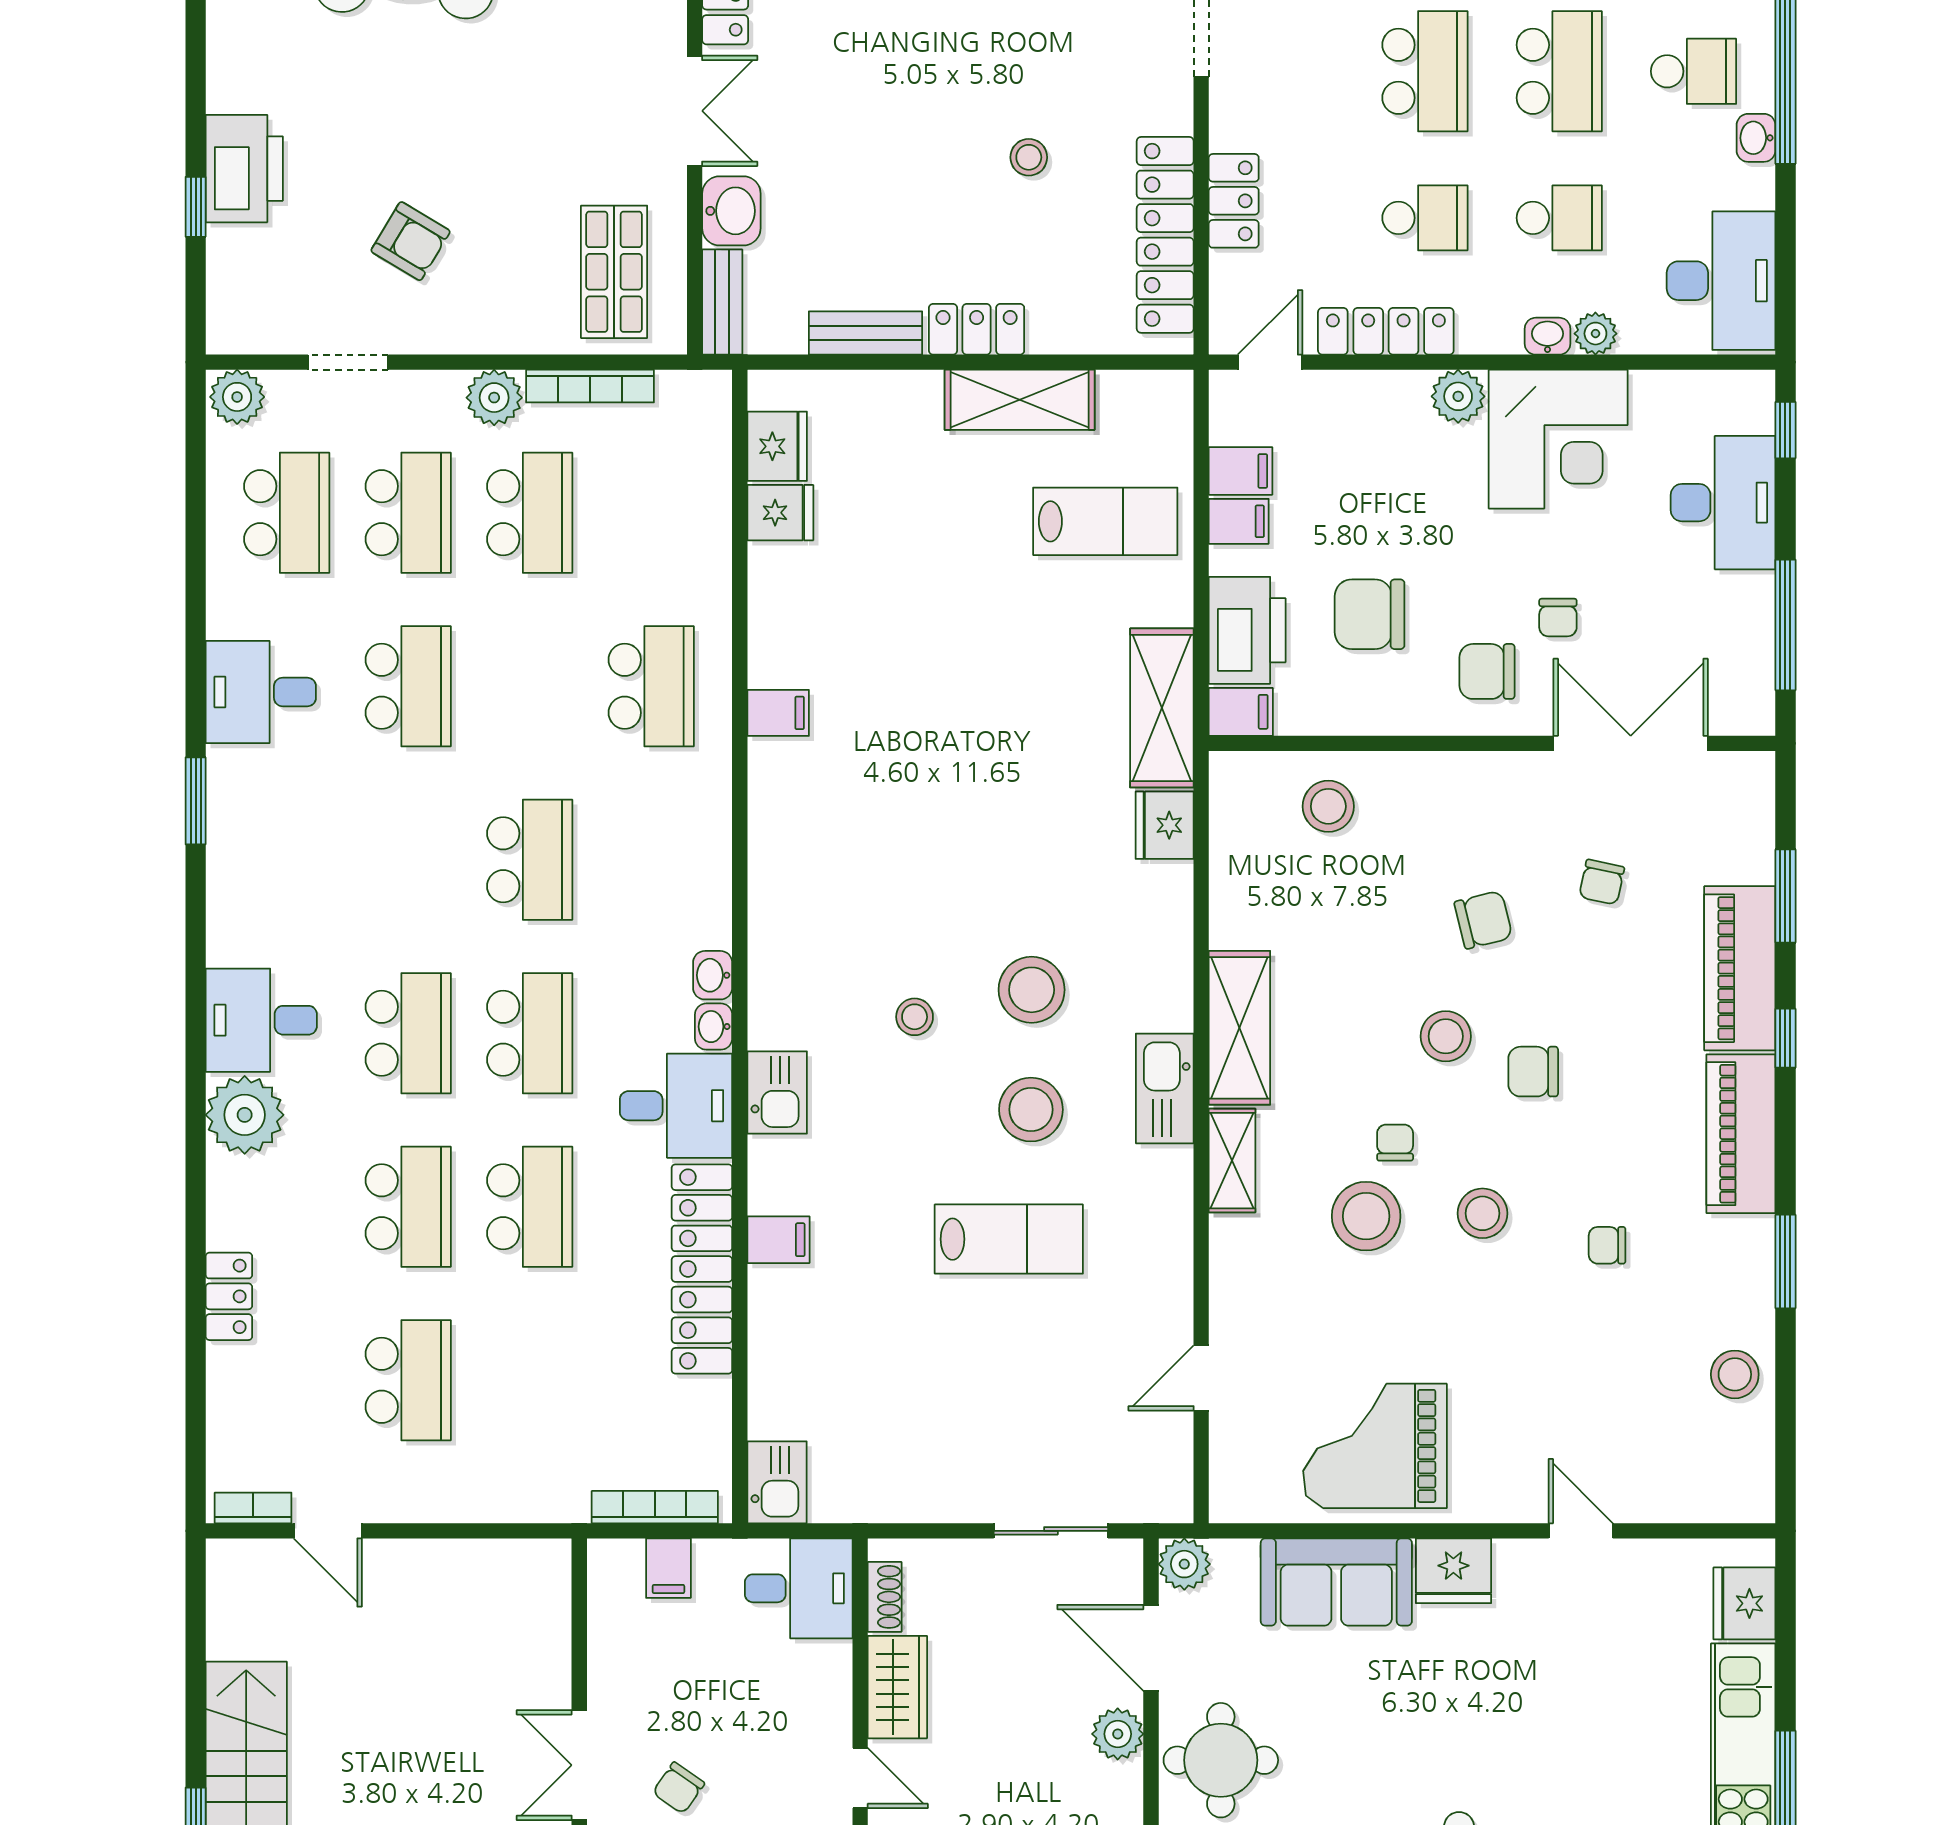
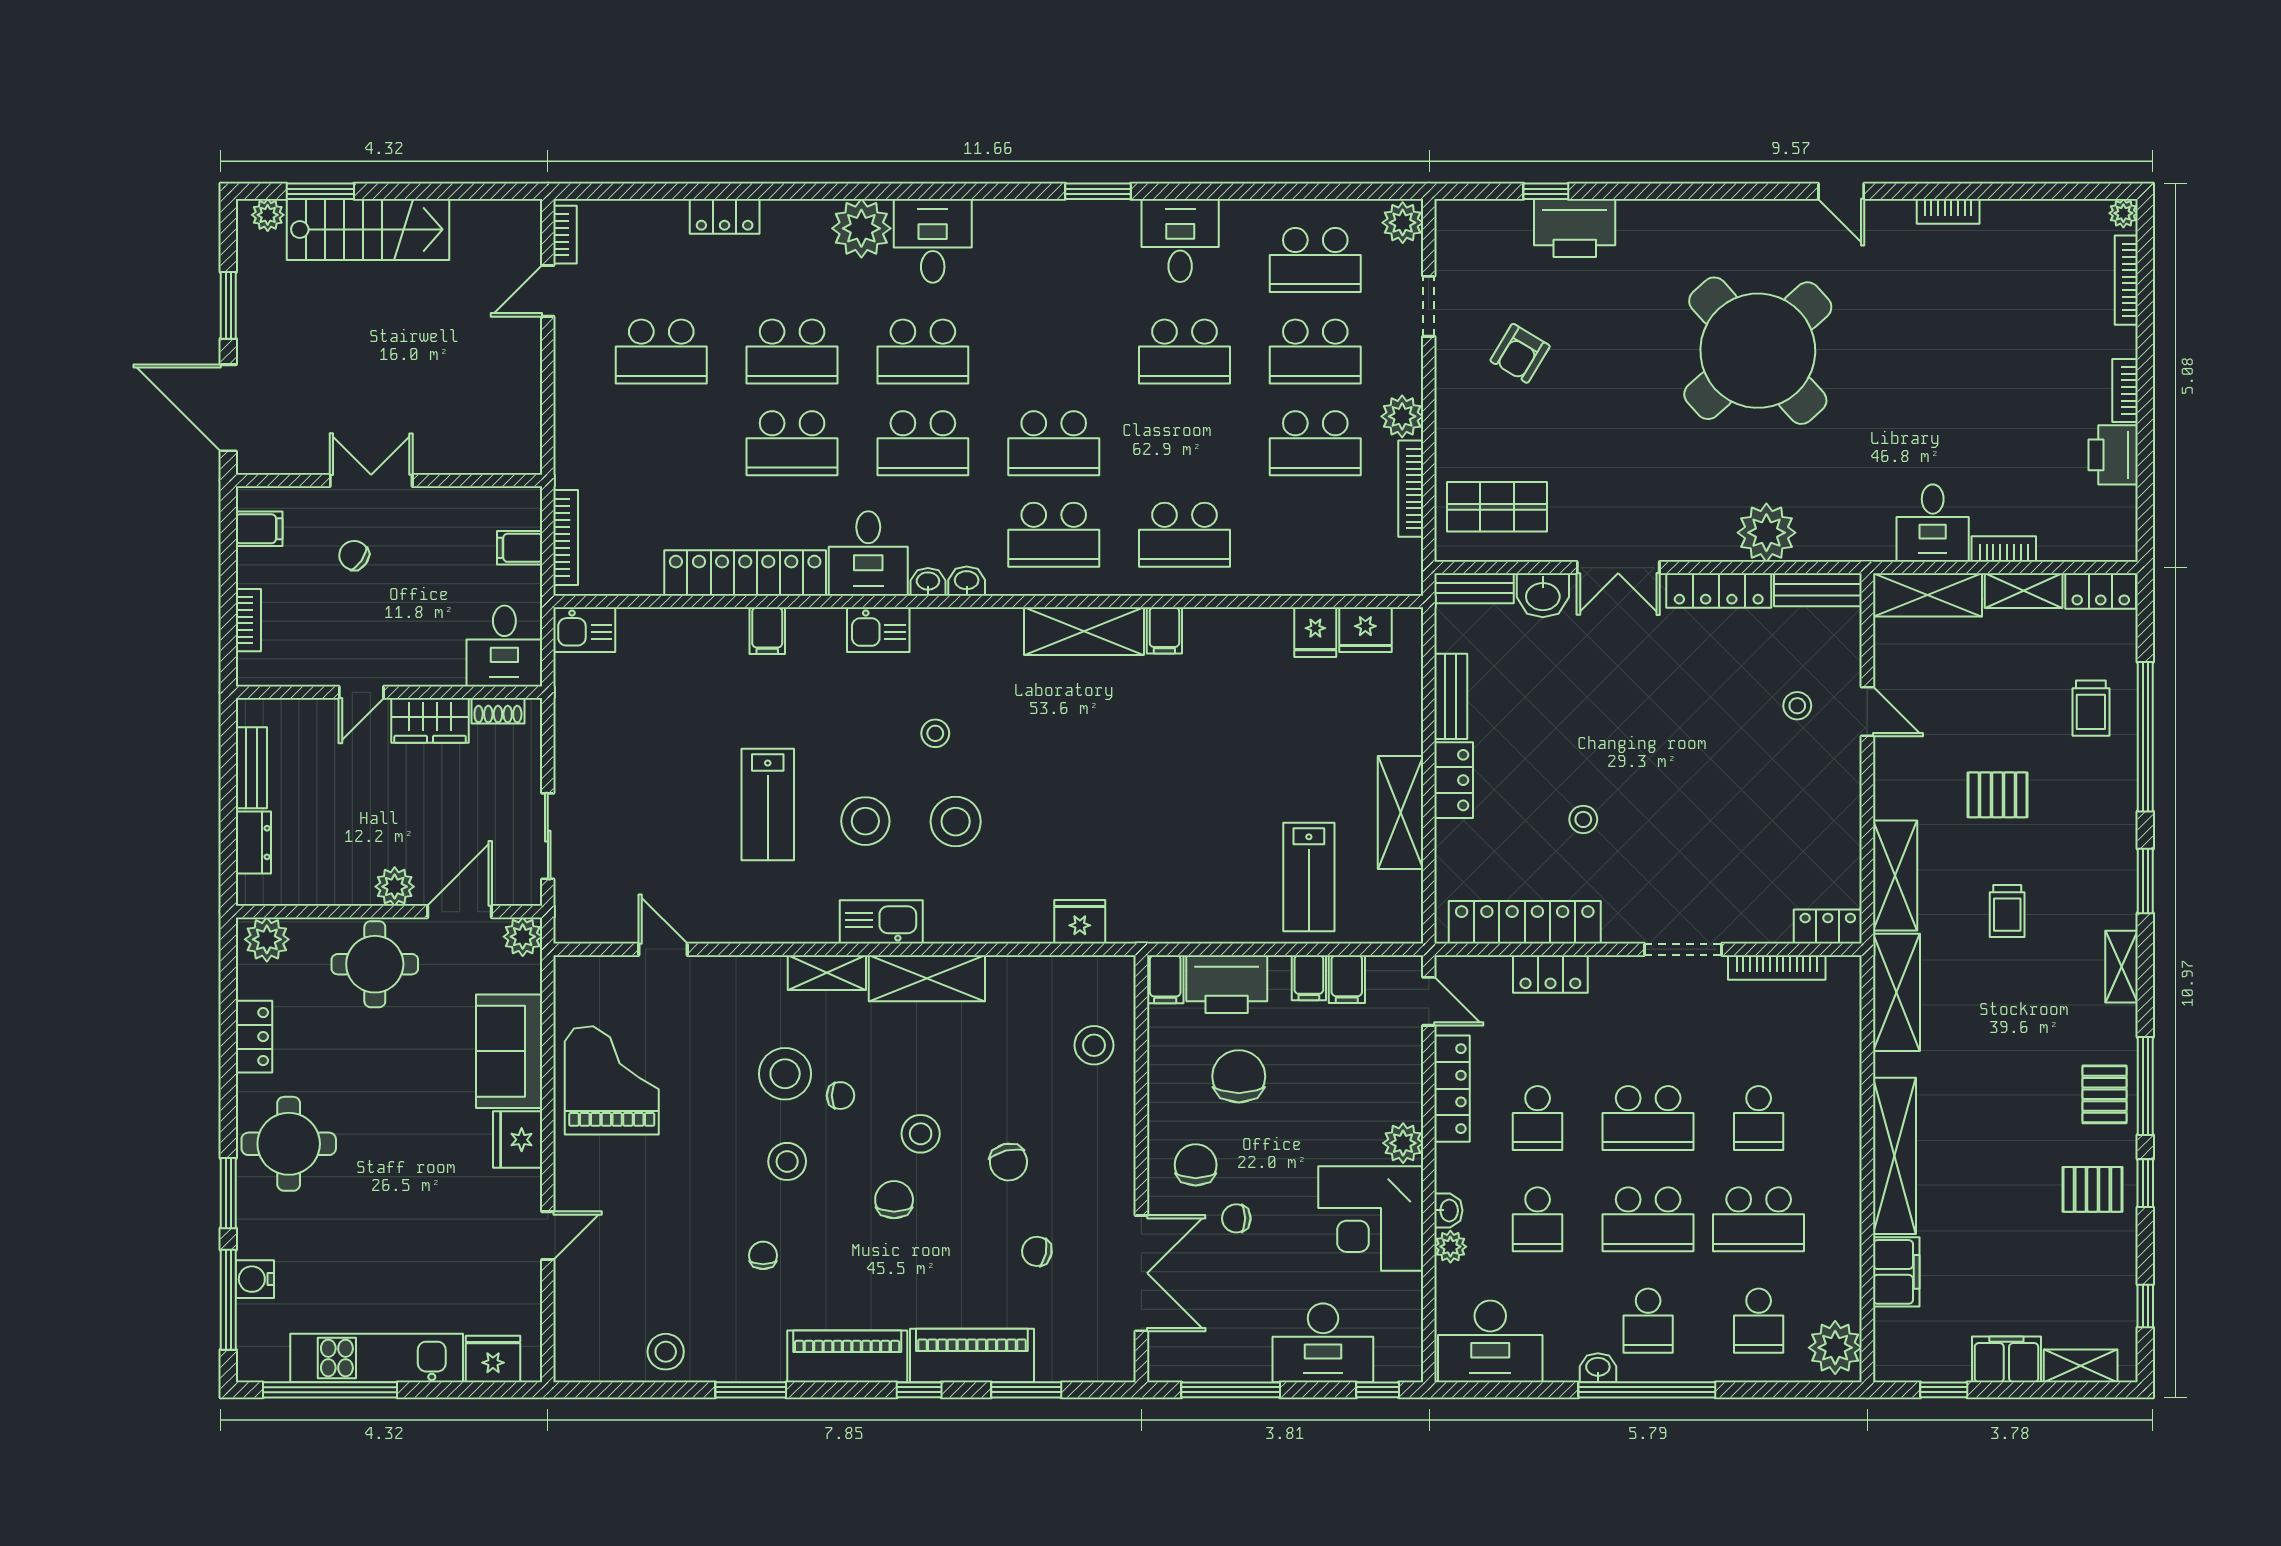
shelving: (1162, 708) -> (1084, 631), moved
school desk: (651, 860) -> (1054, 535), added

